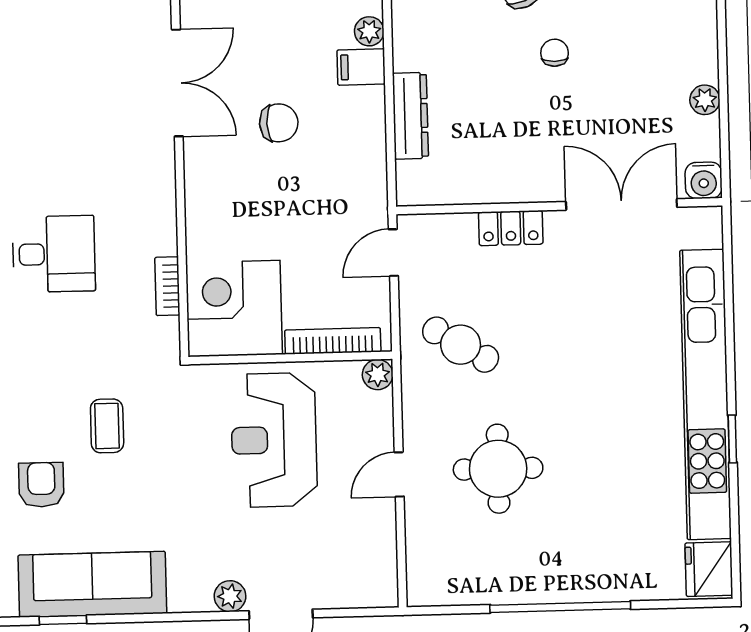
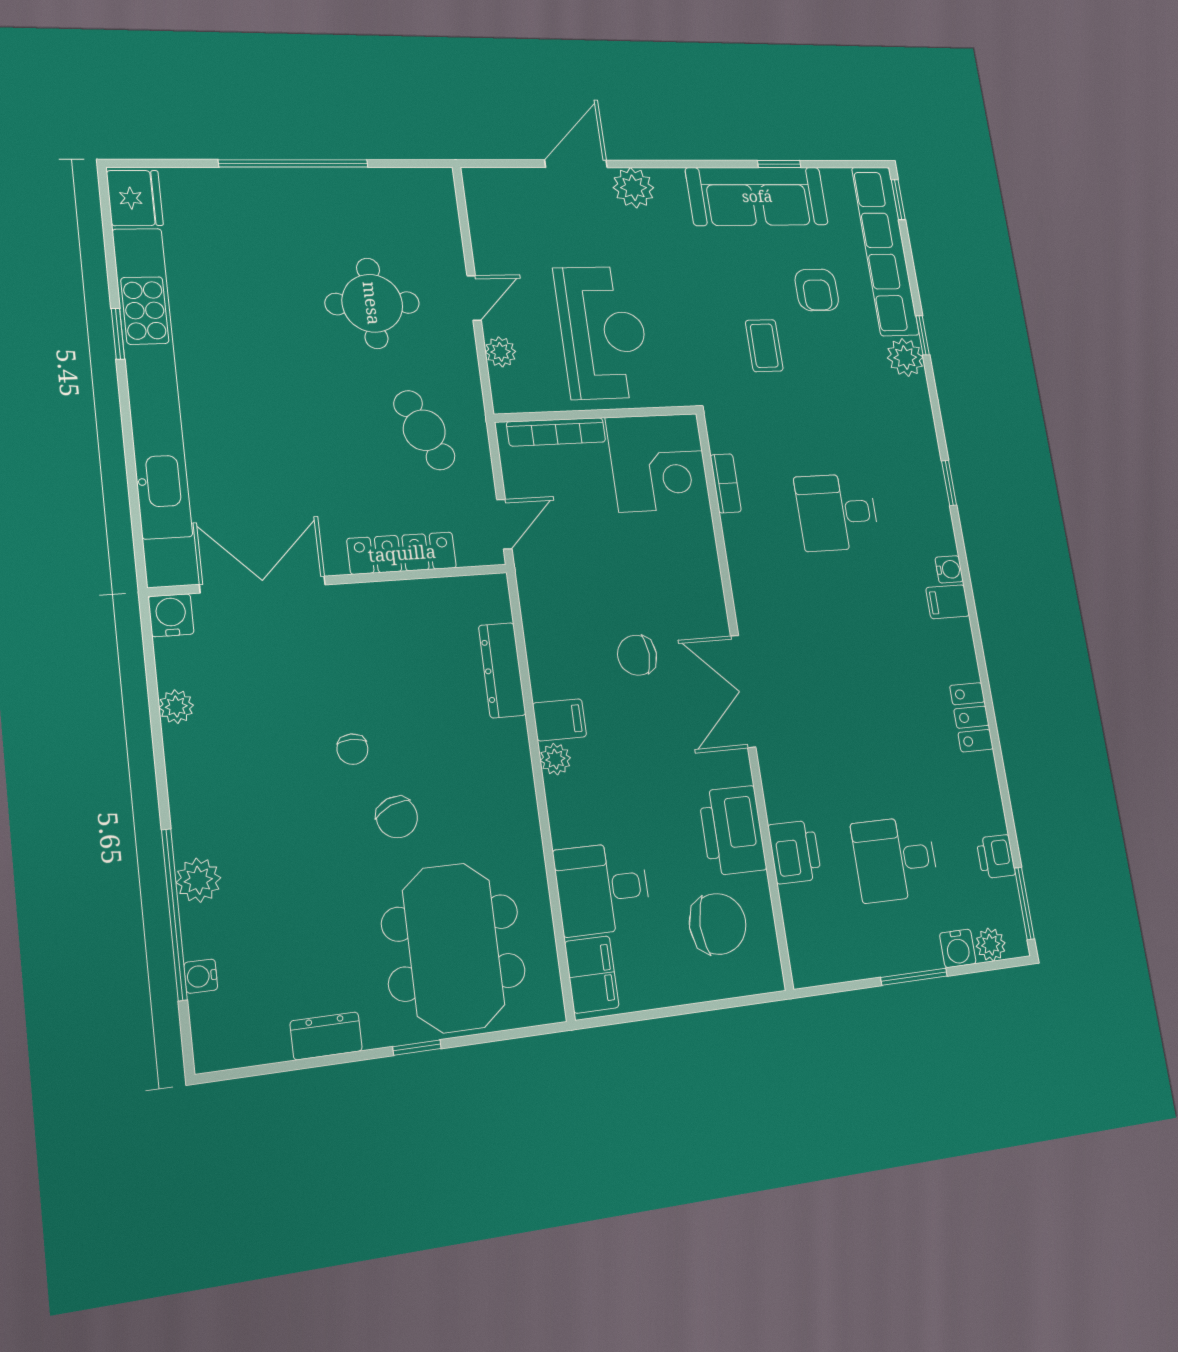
double door: (622, 204) -> (263, 585), swing flipped
locker: (511, 228) -> (402, 553), width x1.53
cafe table: (461, 345) -> (424, 430), turned 34
plant: (378, 375) -> (501, 352), moved
plant: (230, 596) -> (633, 188), width x1.38, depth x1.38

